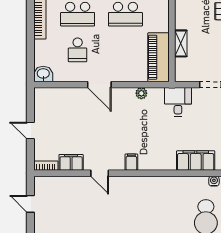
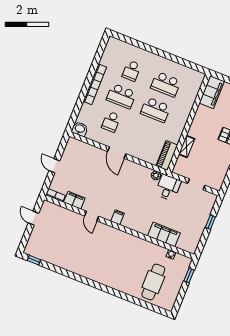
piano: (158, 57) -> (167, 155), width x0.73, depth x0.75
plant: (141, 93) -> (156, 175), moved

